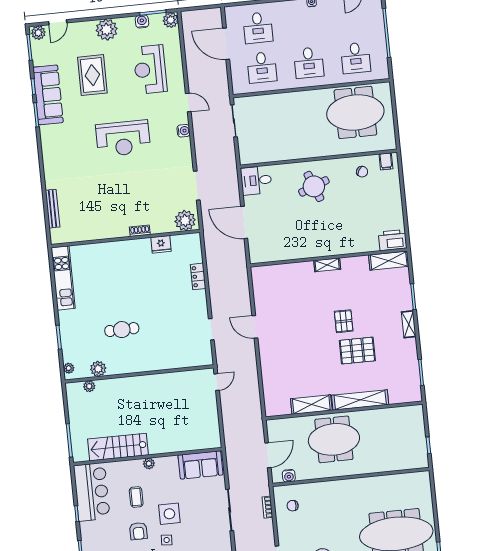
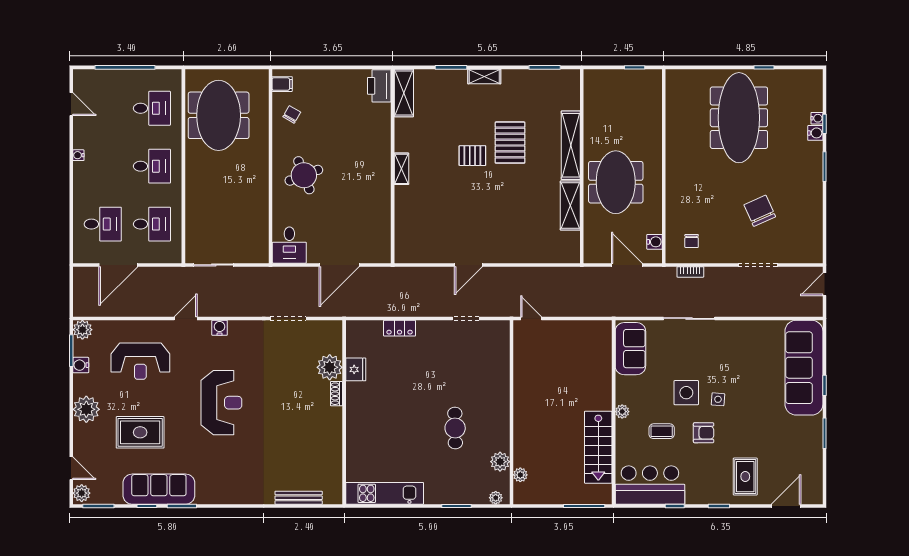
plant: (185, 221) -> (330, 367), moved

